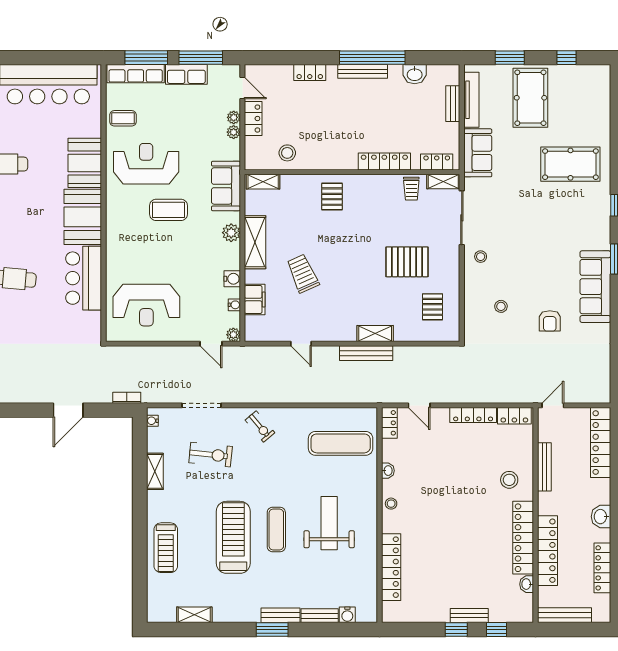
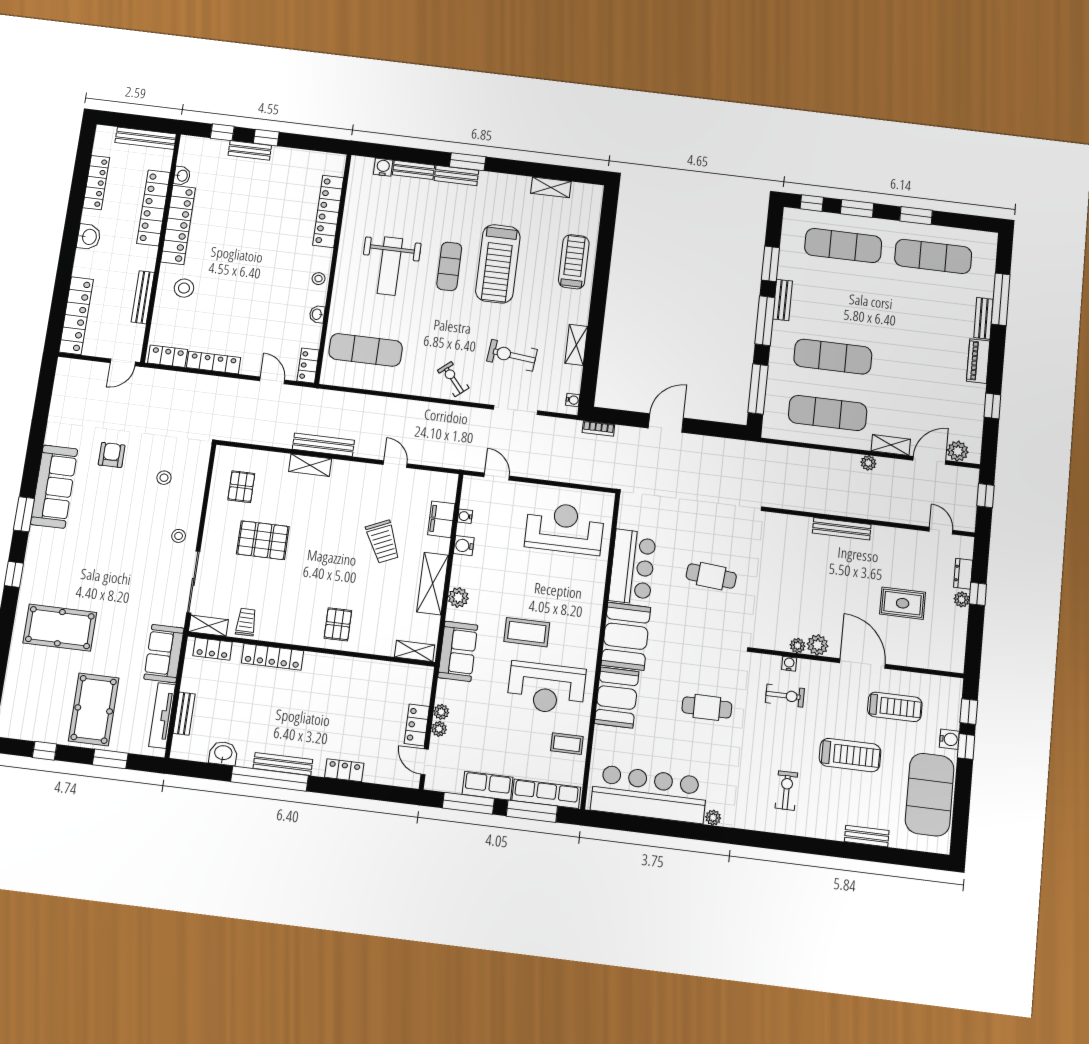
stool: (287, 153) -> (383, 680), removed
plant: (233, 335) -> (470, 483), removed

